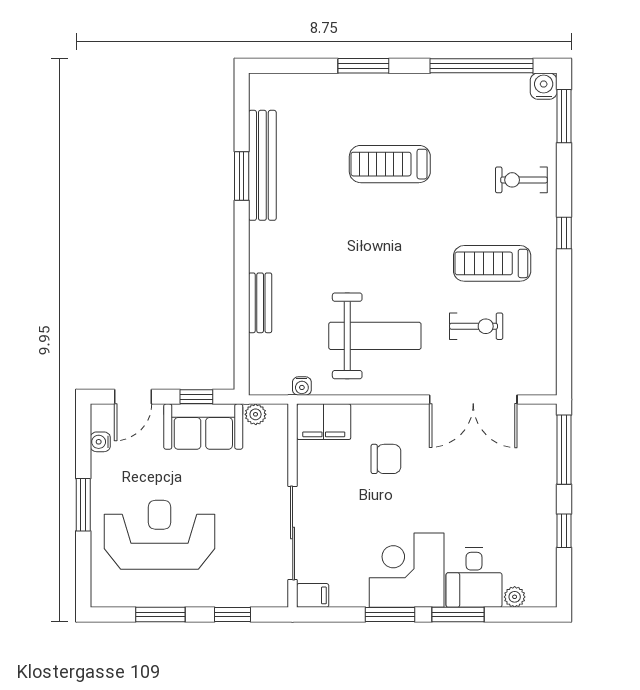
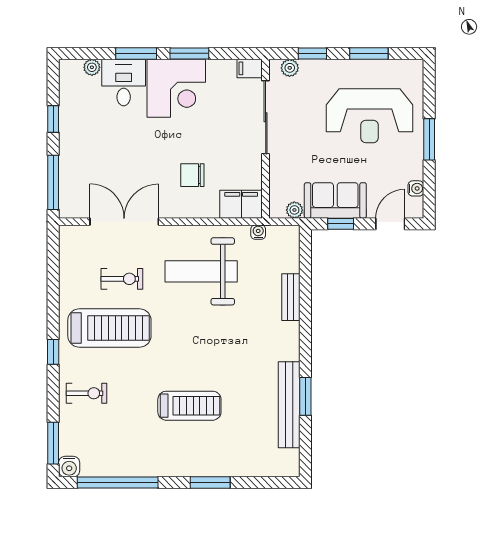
treadmill: (492, 263) -> (109, 328), width x1.37, depth x1.38
exercise bike: (476, 326) -> (122, 279), turned 180
plant: (262, 596) -> (290, 68), added

